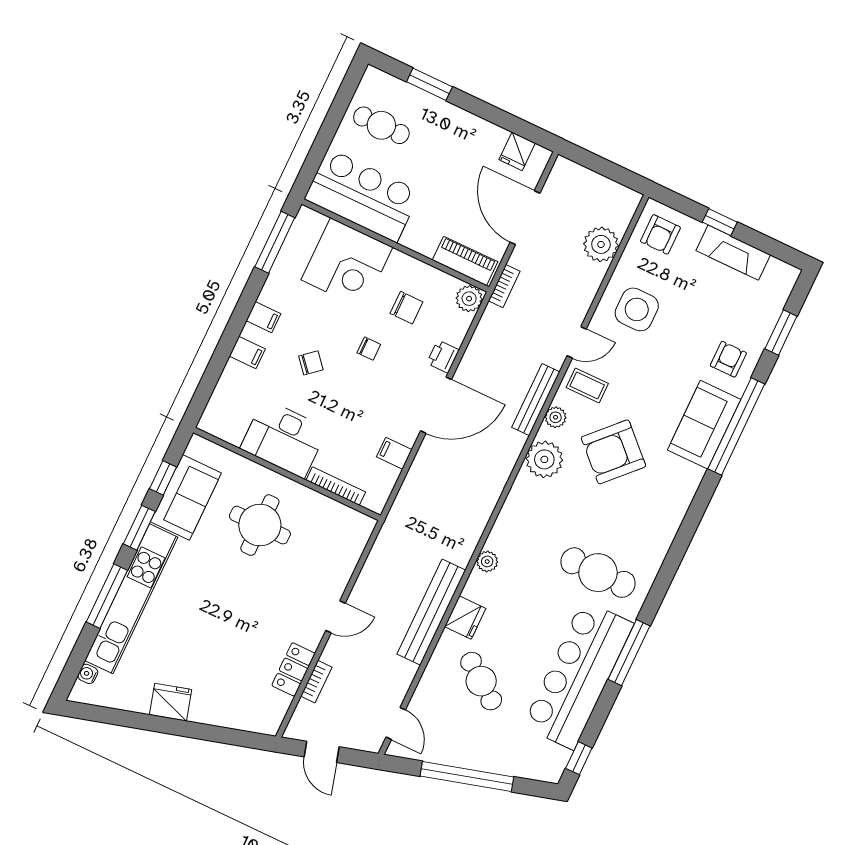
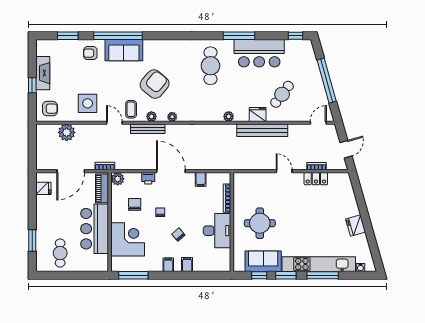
bar counter: (362, 195) -> (95, 229), moved
armchair: (613, 452) -> (155, 84), turned -94
plant: (544, 459) -> (172, 117), width x0.53, depth x0.53
bar counter: (578, 675) -> (259, 53), width x0.73

